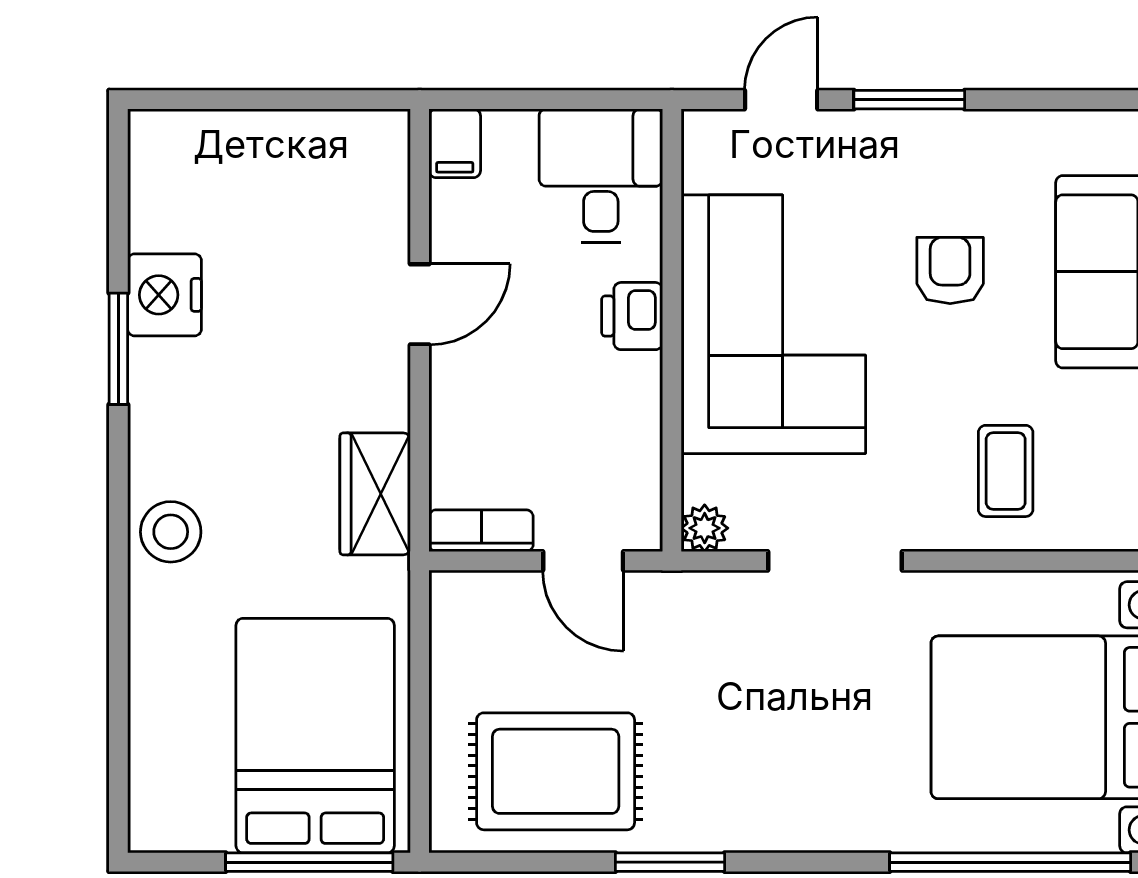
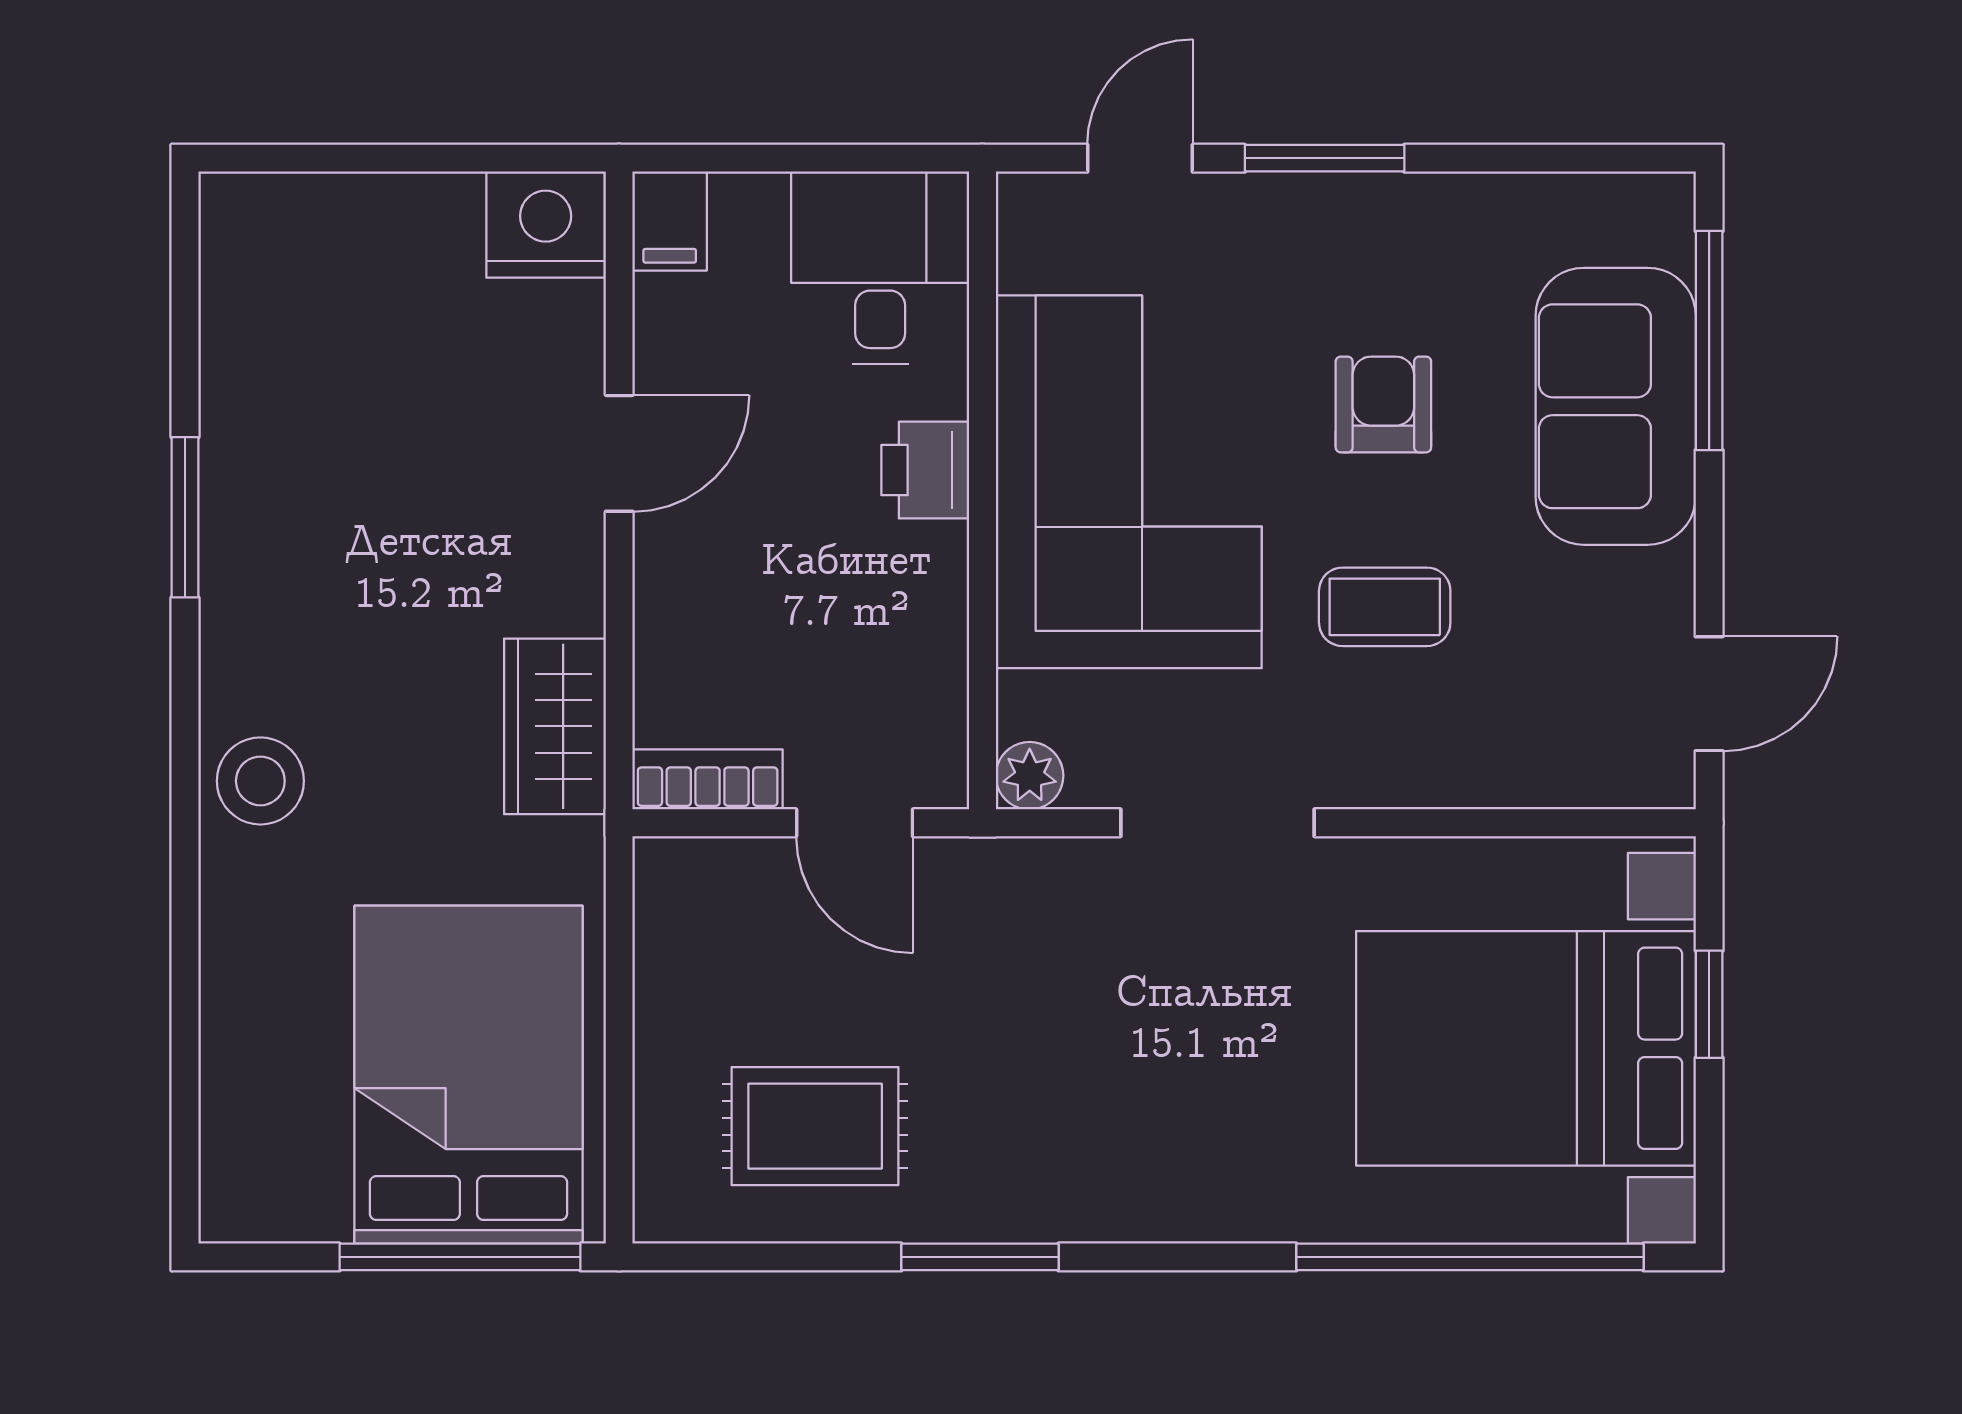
nightstand: (165, 295) -> (546, 225), moved, turned 90
coffee table: (1006, 471) -> (1385, 607), moved, turned 90
rug: (556, 771) -> (815, 1126), width x0.73, depth x0.70

